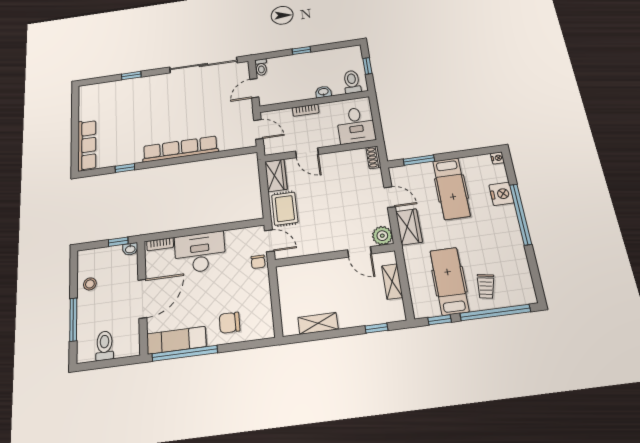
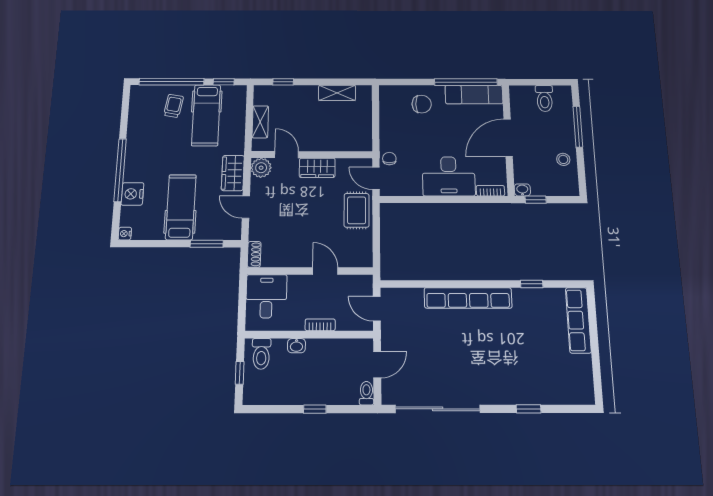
wardrobe: (276, 176) -> (317, 168), moved, turned -90

